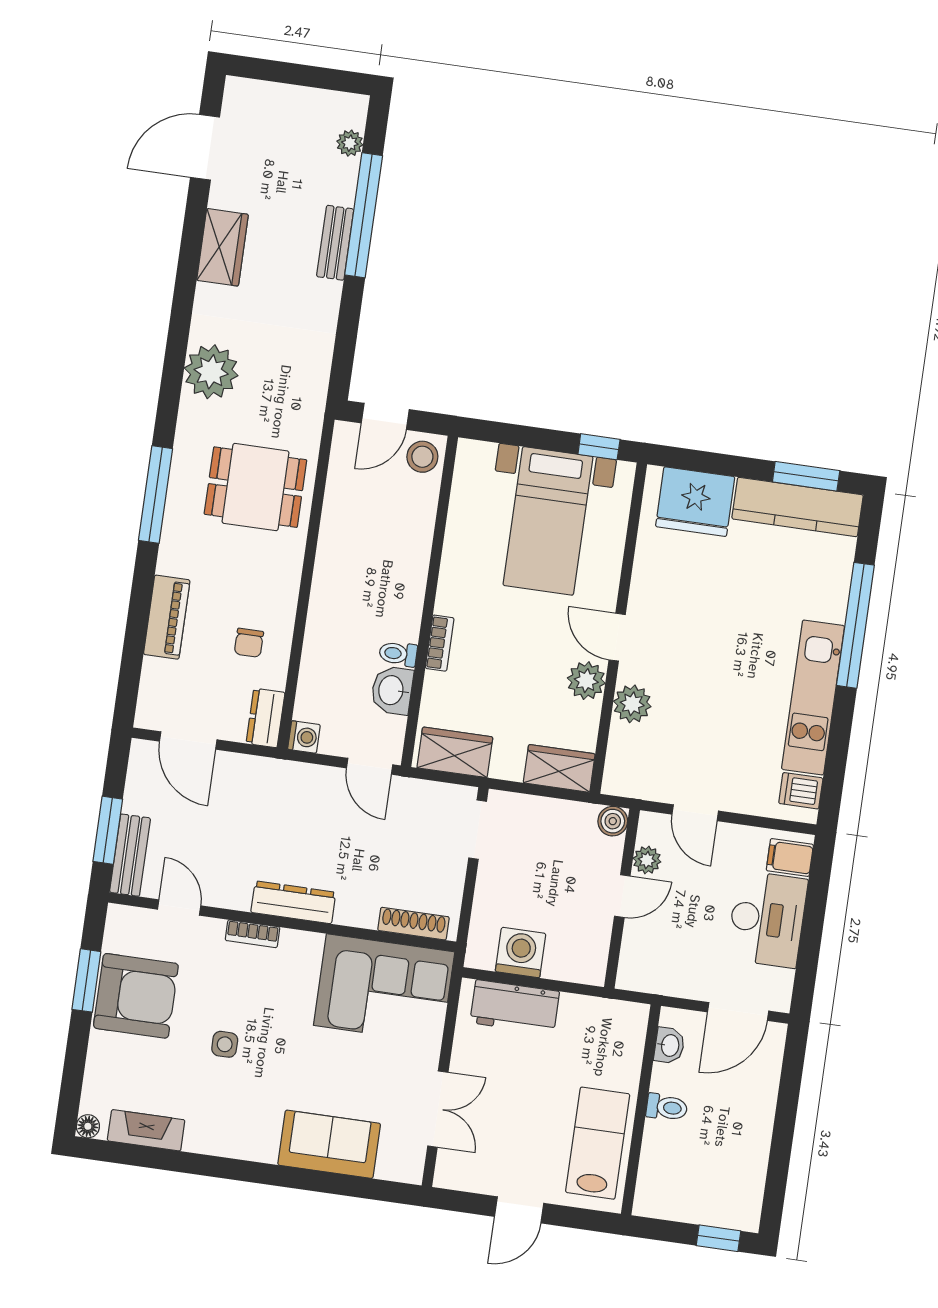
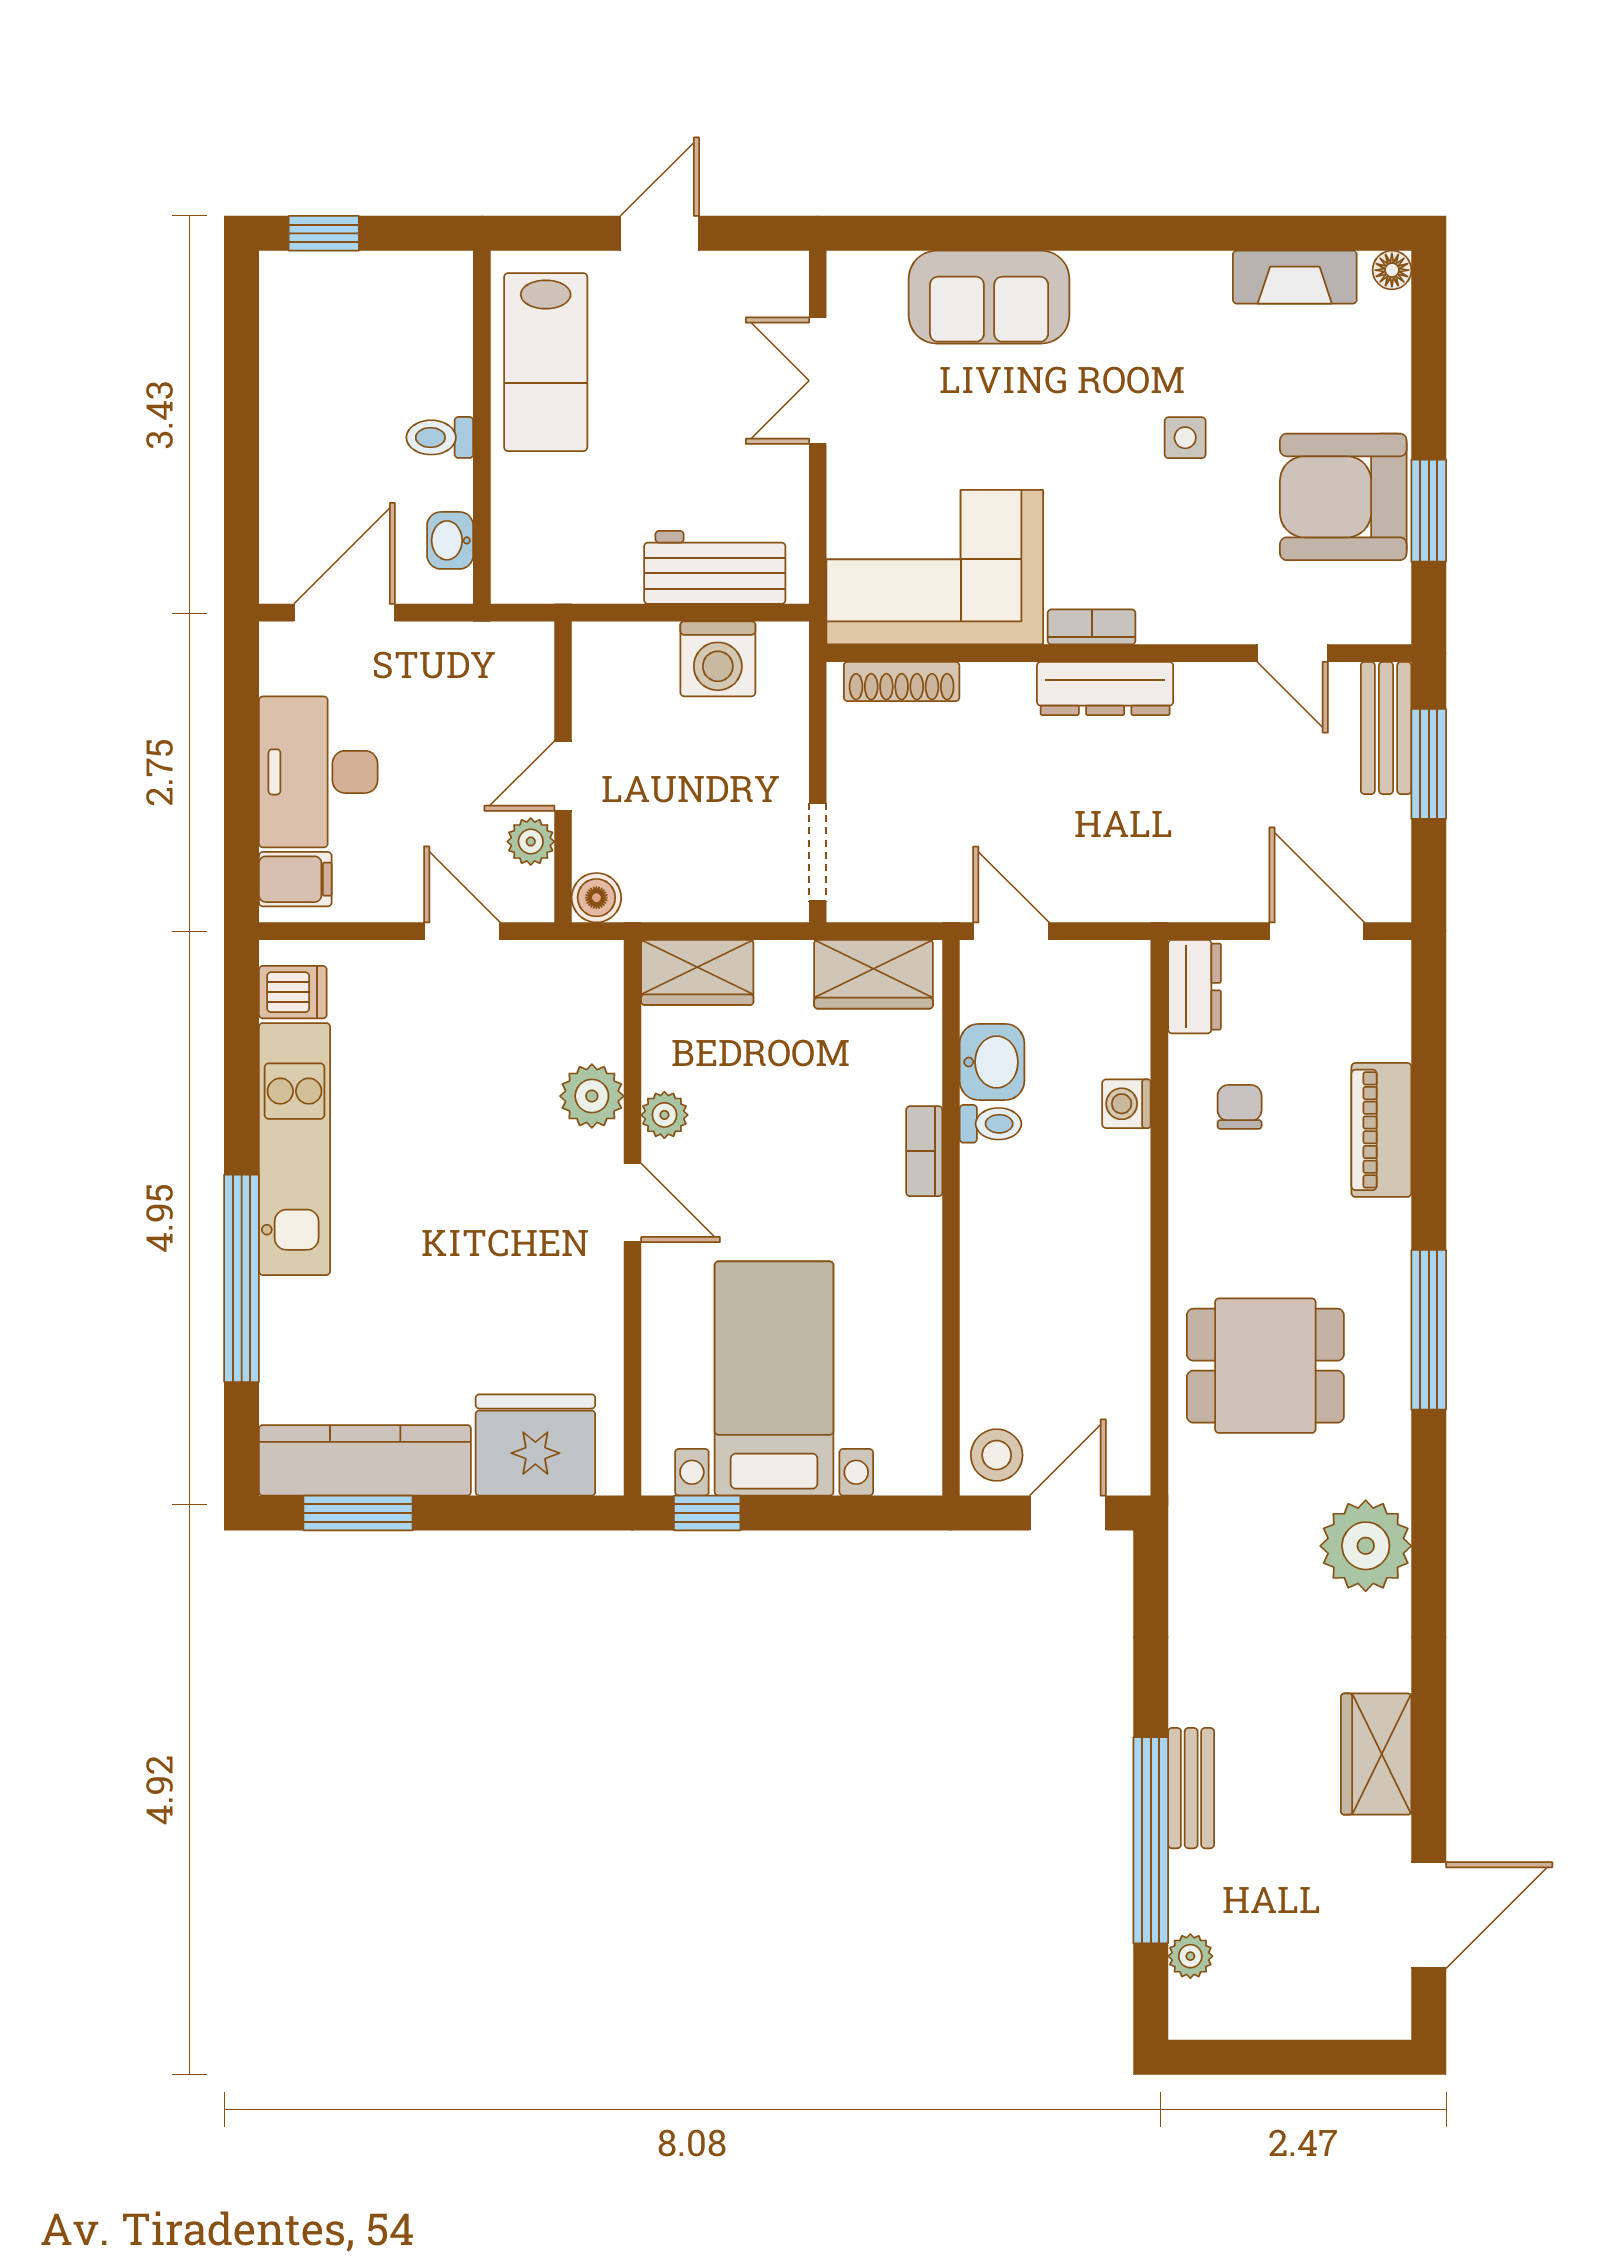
plant: (586, 681) -> (664, 1115), width x0.73, depth x0.73
washing machine: (304, 737) -> (1126, 1104), moved
bookcase: (253, 934) -> (1092, 627), moved

